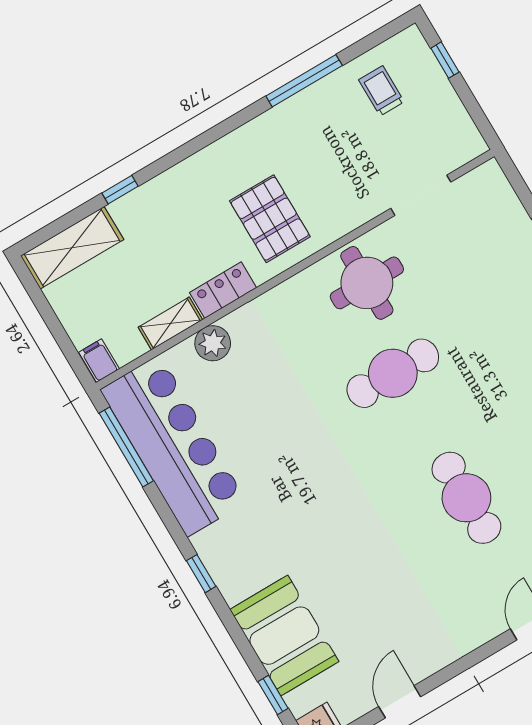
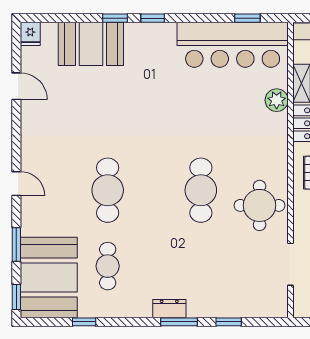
window: (126, 447) -> (247, 18), width x0.46
cafe table: (466, 498) -> (108, 190), turned 90
window: (273, 695) -> (115, 18), moved

